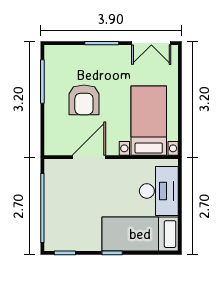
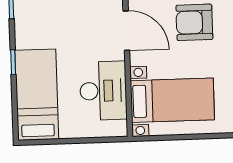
desk: (159, 191) -> (103, 91), moved, turned -90

